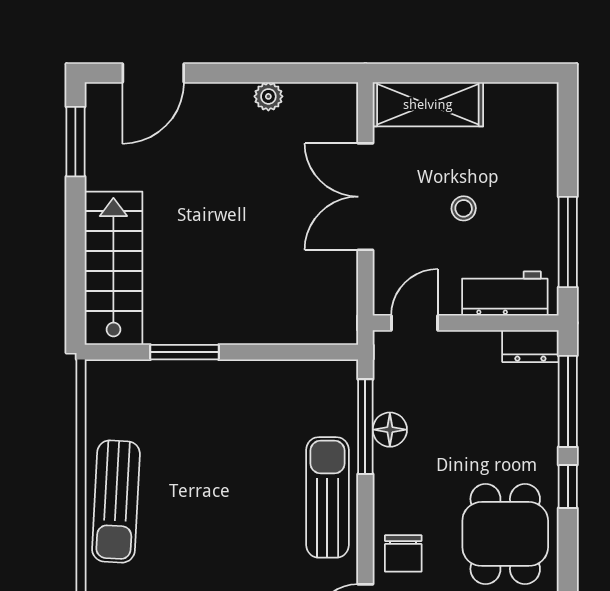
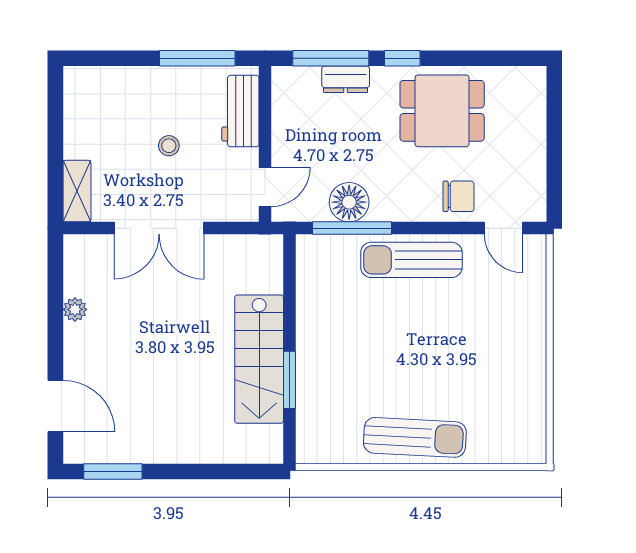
shelving: (428, 104) -> (77, 191), width x0.67, depth x0.75
stairs: (113, 268) -> (259, 359), moved, turned -90
door: (414, 323) -> (265, 187), swing flipped
dresser: (530, 346) -> (346, 79), moved, turned 90
floor lamp: (390, 430) -> (349, 202), width x1.38, depth x1.38

